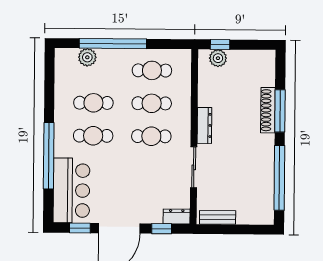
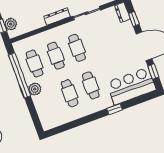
window: (113, 44) -> (20, 75), moved
plant: (87, 57) -> (35, 89), moved
window: (49, 156) -> (114, 109), width x0.32

